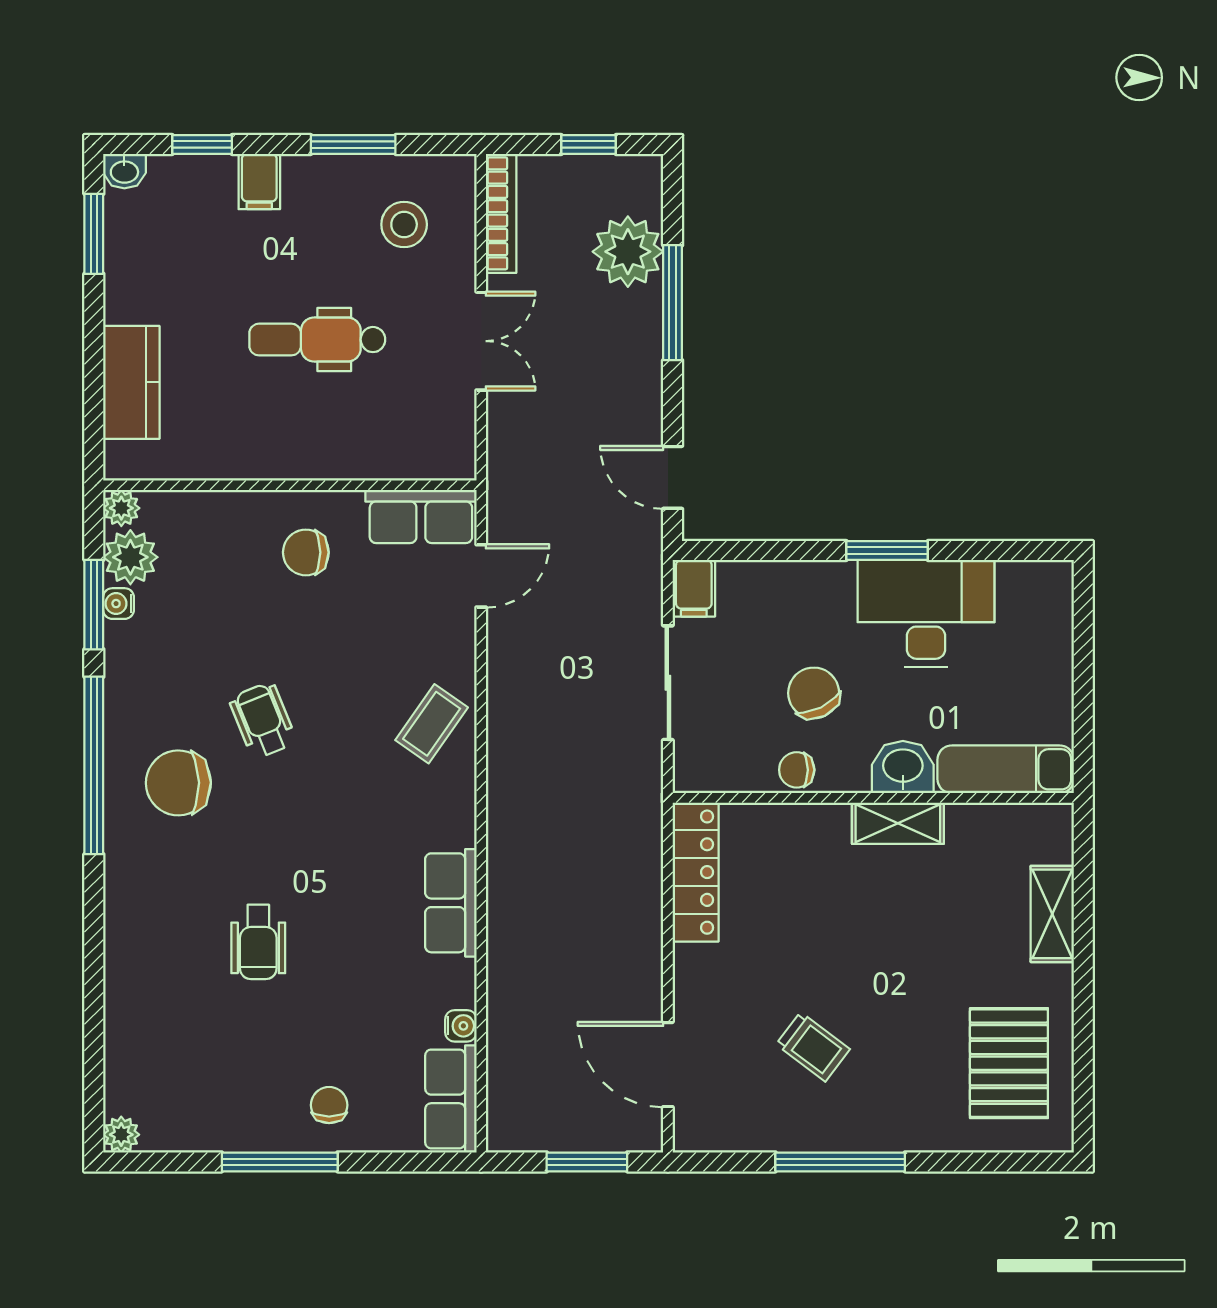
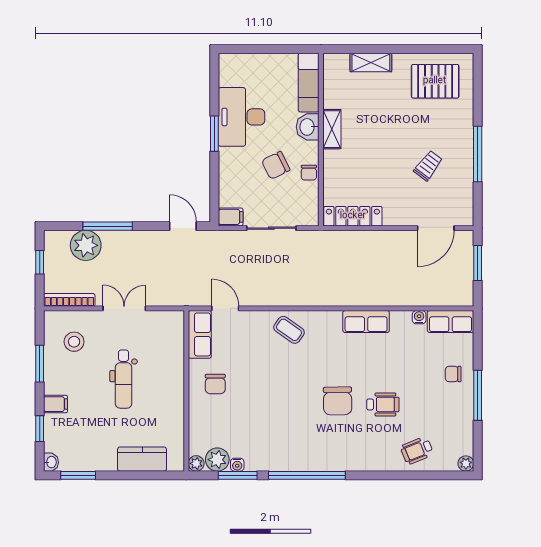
door: (673, 477) -> (183, 226), swing flipped
wheelchair: (263, 720) -> (417, 450), moved
chair: (178, 783) -> (338, 401), moved

